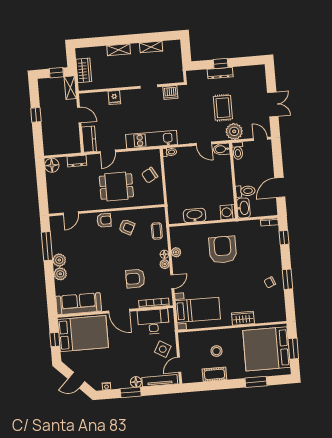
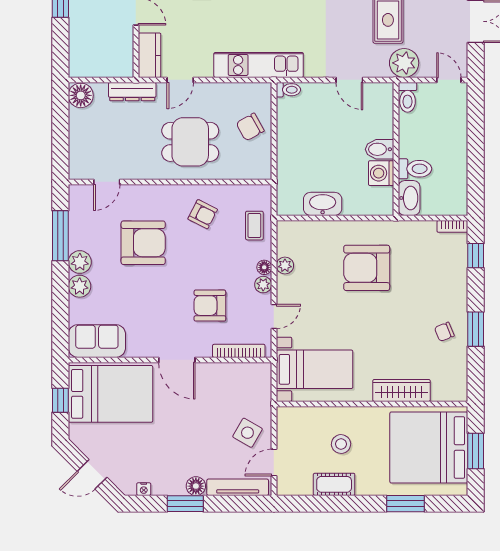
bidet: (222, 149) -> (379, 149), moved
dresser: (77, 161) -> (132, 92), width x1.44
door: (280, 188) -> (476, 168), removed
washing machine: (228, 212) -> (381, 173), moved
armchair: (104, 220) -> (143, 243), moved, width x1.88, depth x1.88
armchair: (223, 250) -> (367, 268), turned -90
sofa: (79, 304) -> (97, 341), width x0.73
wardrobe: (243, 318) -> (402, 390), width x1.50
desk: (153, 322) -> (235, 383), removed

